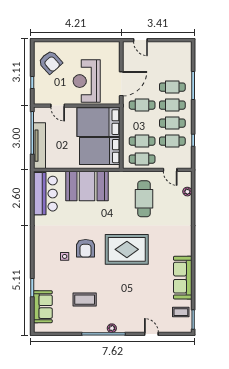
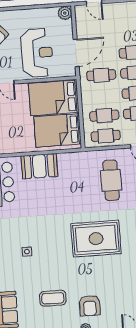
plant: (114, 48) -> (65, 13), added
reception desk: (87, 81) -> (37, 53), turned 180
booth: (87, 186) -> (39, 166), width x0.73, depth x0.70
armchair: (86, 248) -> (90, 306), moved

